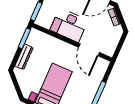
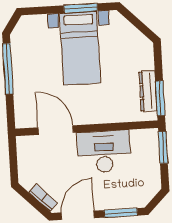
dresser: (24, 57) -> (148, 91), moved

